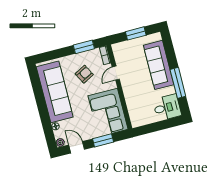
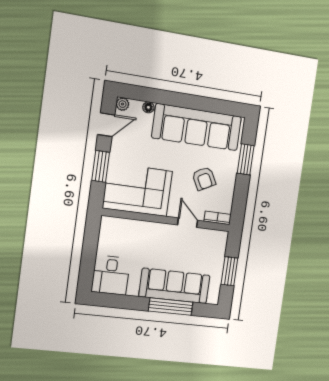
window: (84, 47) -> (246, 159), moved
window: (178, 83) -> (171, 307), moved

